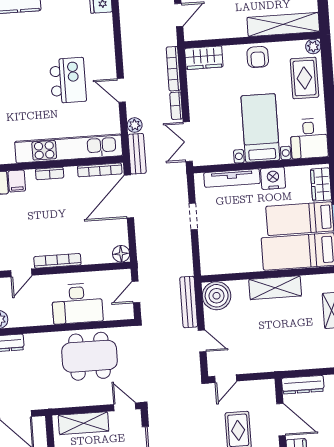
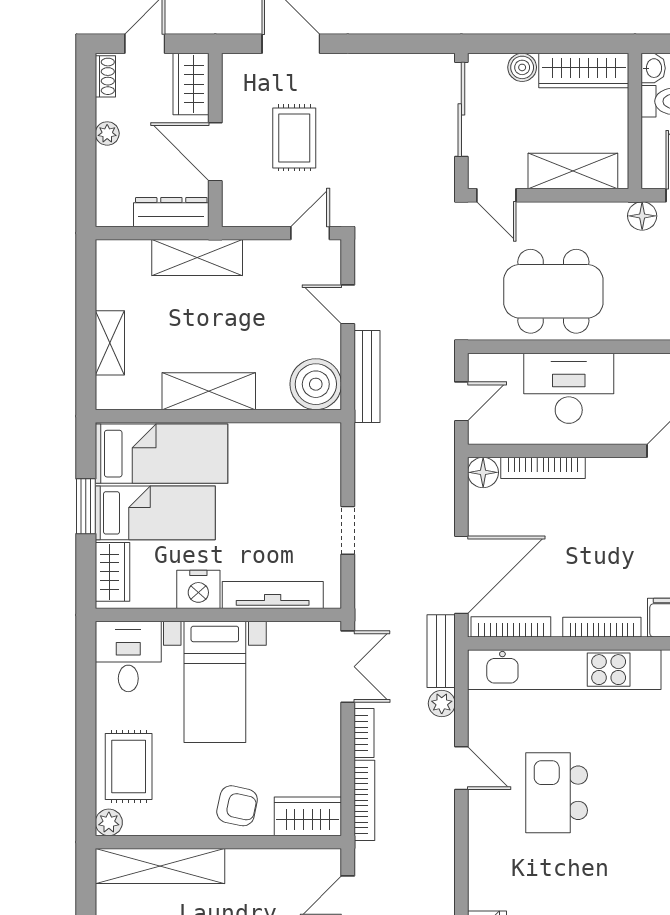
armchair: (258, 57) -> (237, 806), moved, turned 102
bookcase: (50, 173) -> (602, 627), width x1.56
bookcase: (57, 261) -> (543, 468), moved
shelving: (287, 361) -> (197, 258), added
floor lamp: (44, 401) -> (642, 216), added

